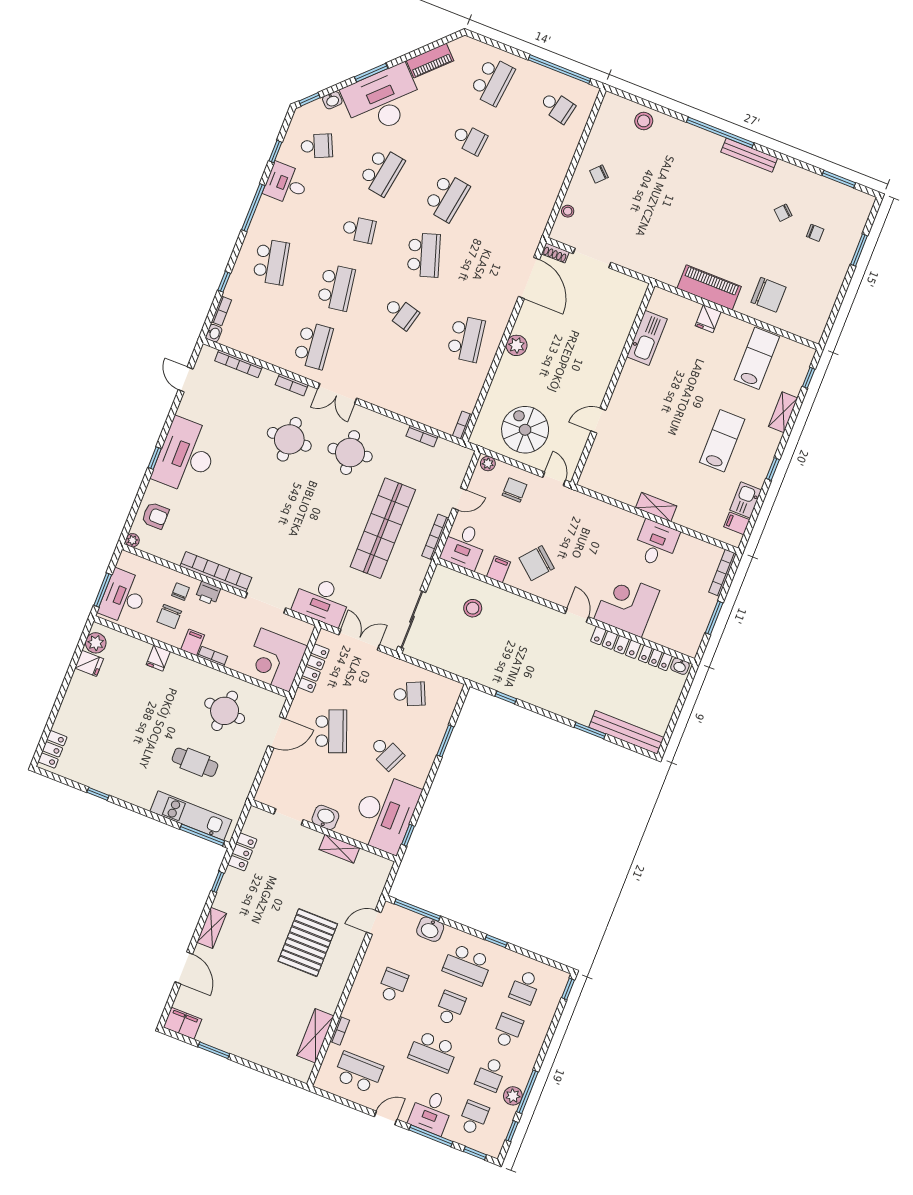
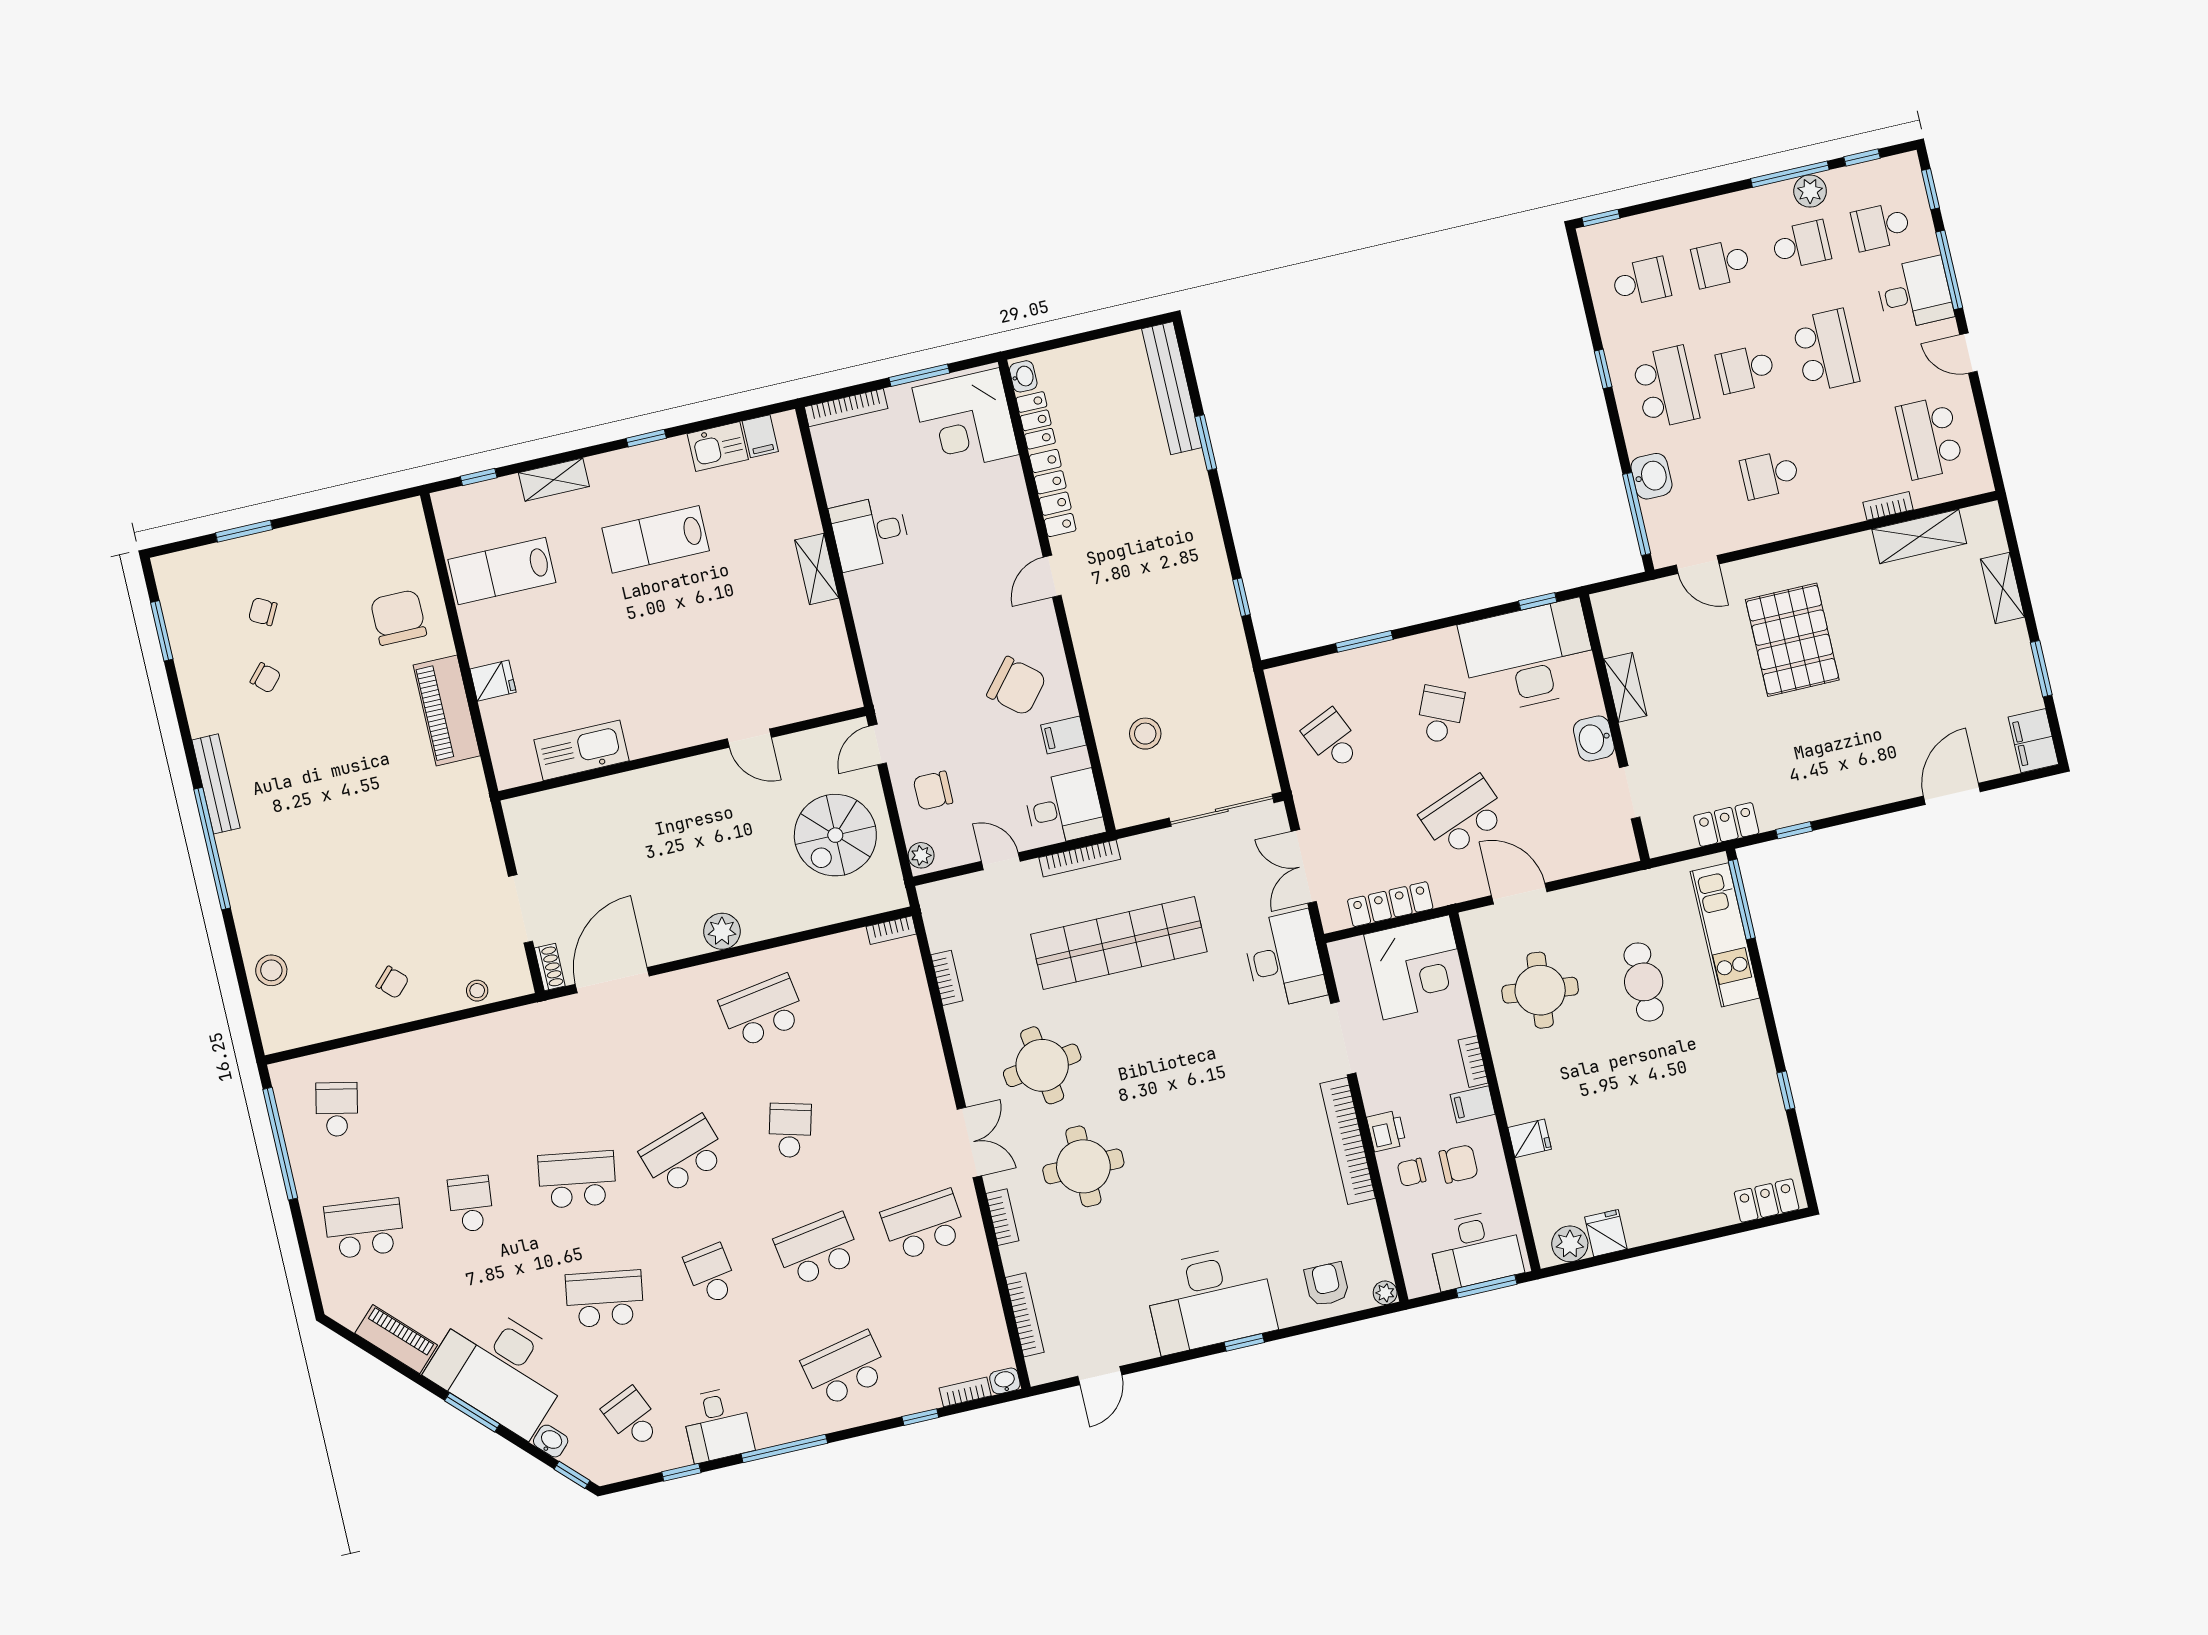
chair: (815, 233) -> (263, 612), turned -62
corner desk: (627, 605) -> (966, 421), moved
shelving: (212, 928) -> (2002, 588), moved, turned 90
pallet: (308, 943) -> (1792, 640), turned 90

